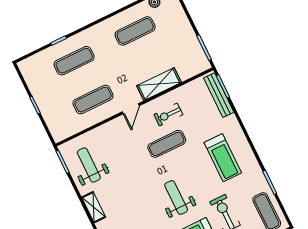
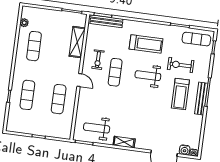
shelving: (159, 84) -> (77, 42), moved
weight bench: (176, 197) -> (148, 76), moved

